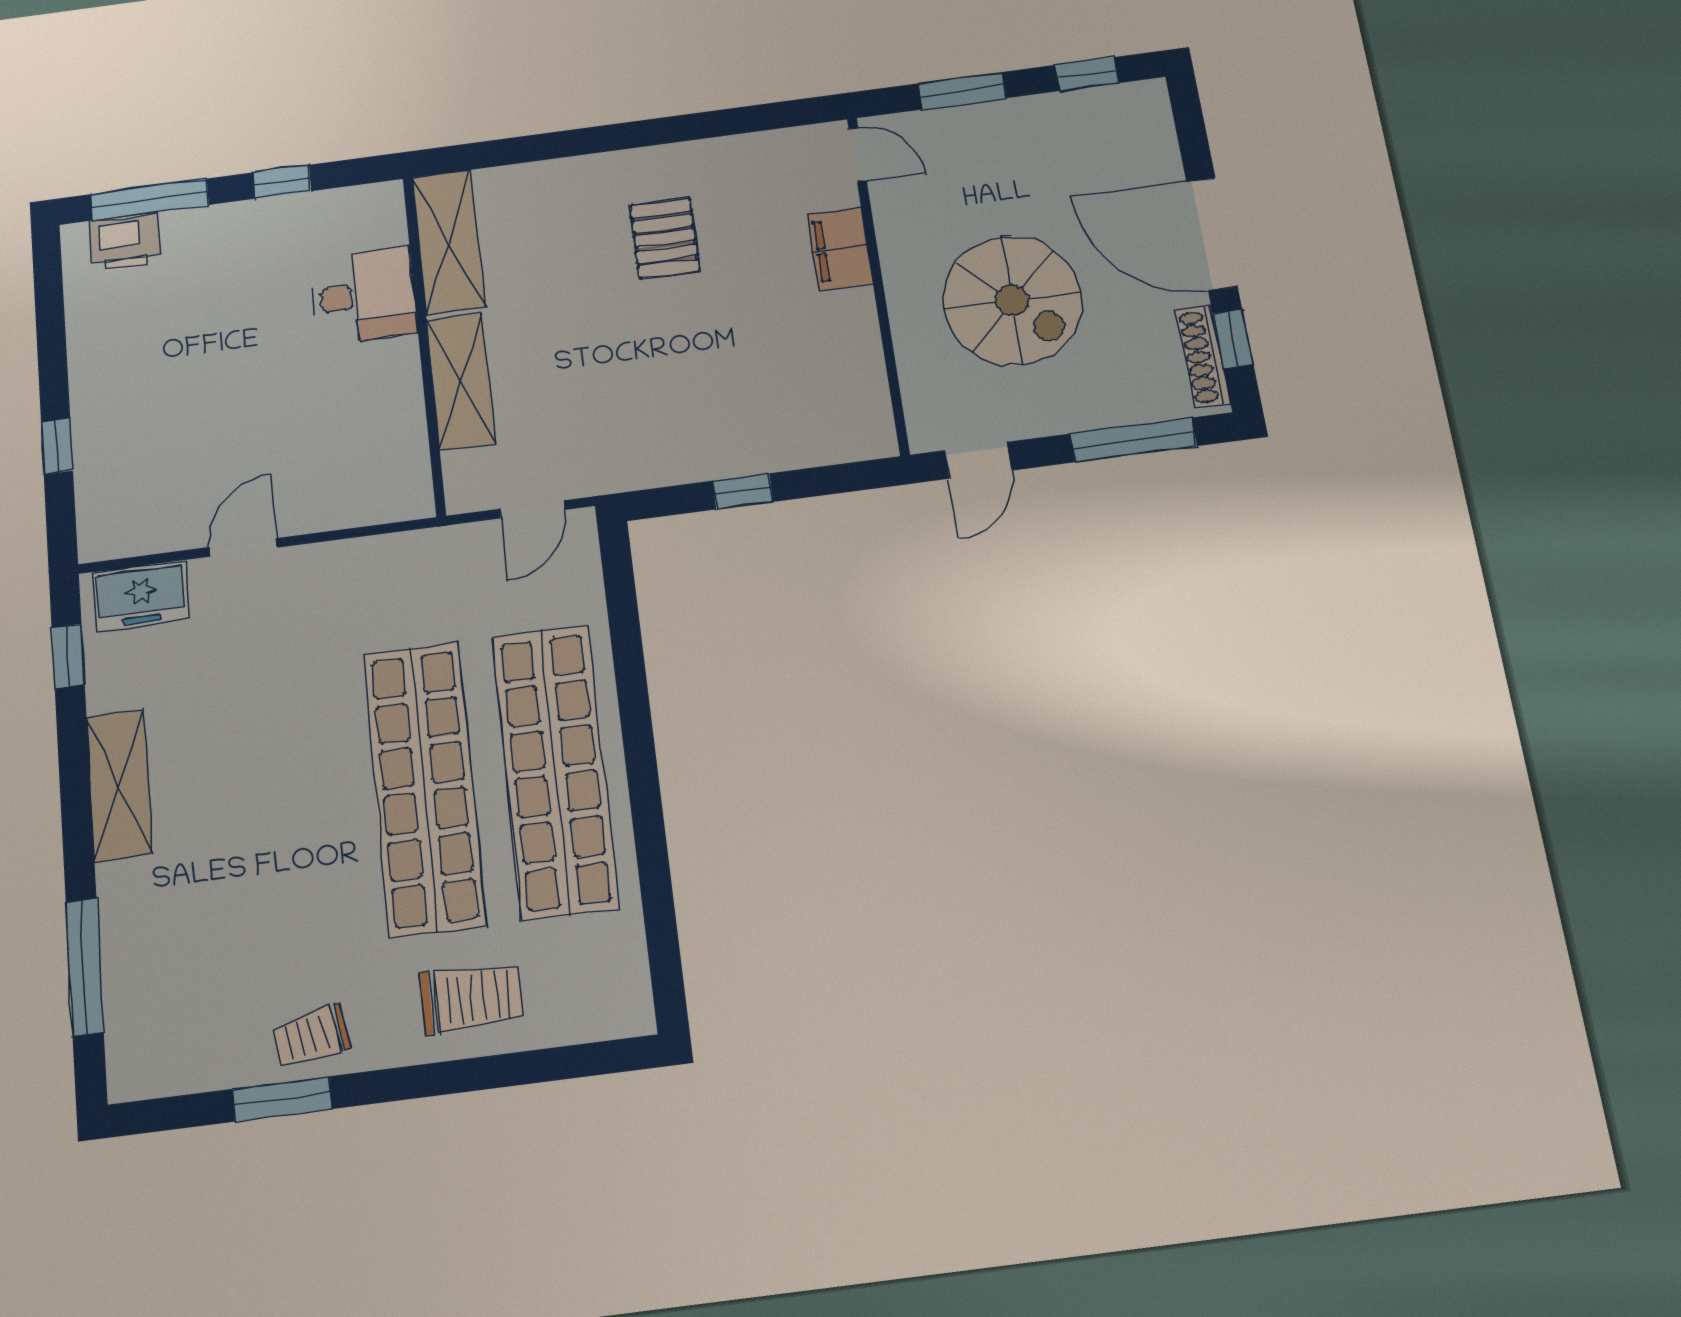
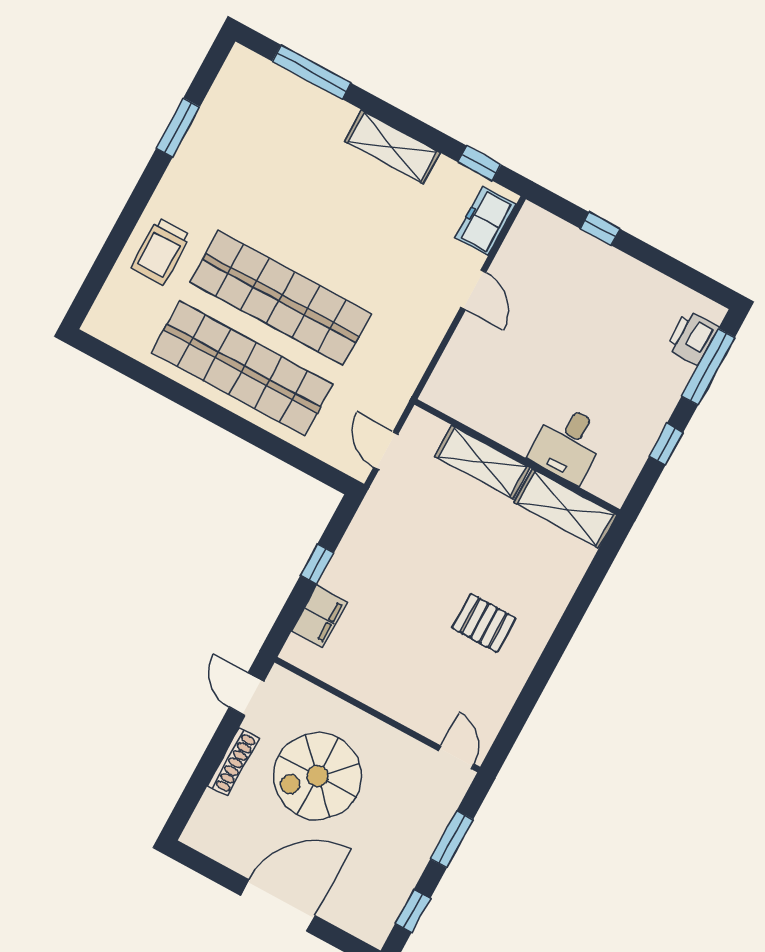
door: (858, 155) -> (456, 757), swing flipped
filing cabinet: (840, 249) -> (319, 616), moved, turned 90
window: (1233, 339) -> (215, 871), removed
shoe rack: (1203, 357) -> (233, 762), moved, turned 90
window: (1133, 440) -> (200, 780), removed
trolley: (311, 1036) -> (198, 161), removed

